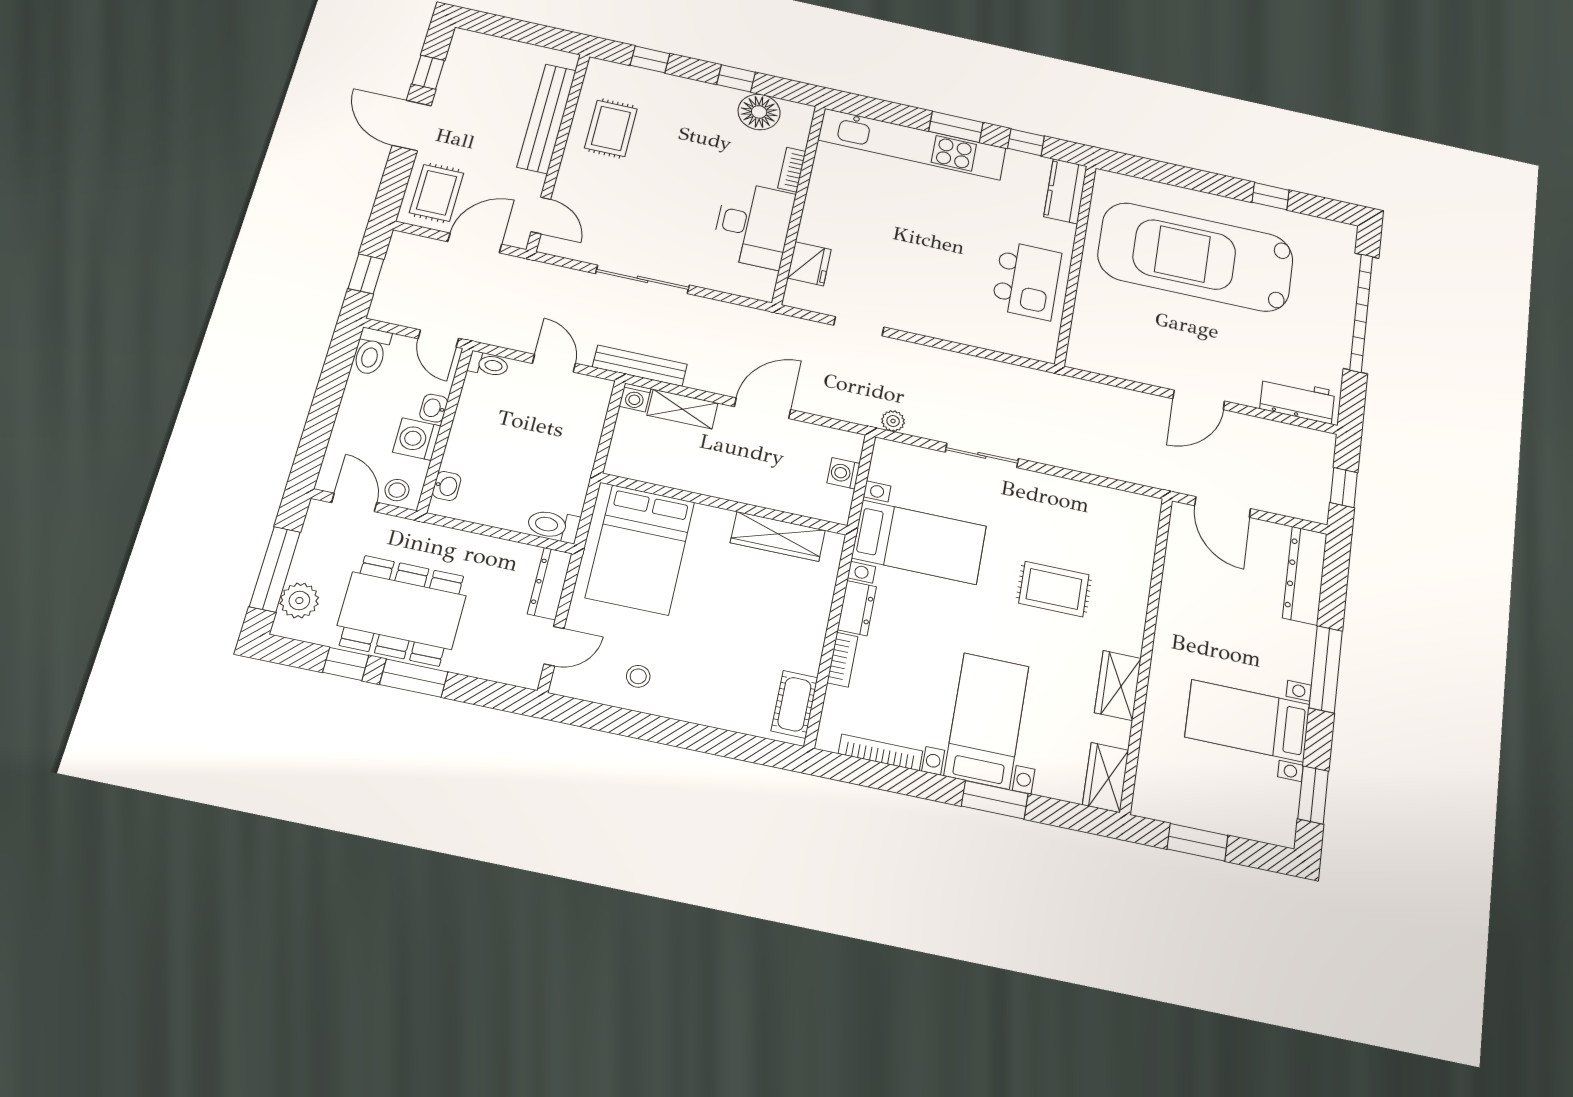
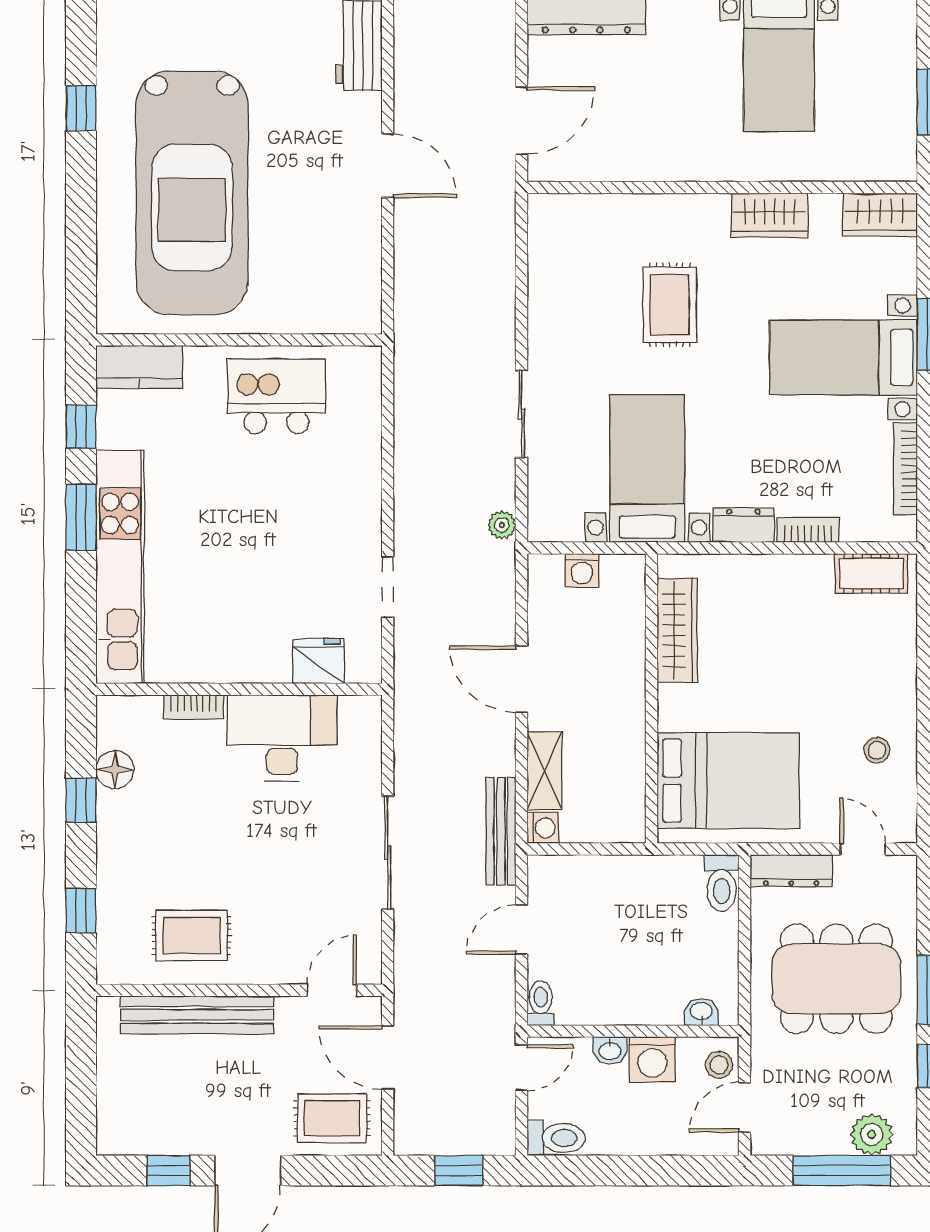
floor lamp: (759, 112) -> (115, 770), width x0.73, depth x0.73
dining table: (402, 611) -> (836, 979), moved, turned 90

